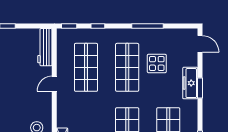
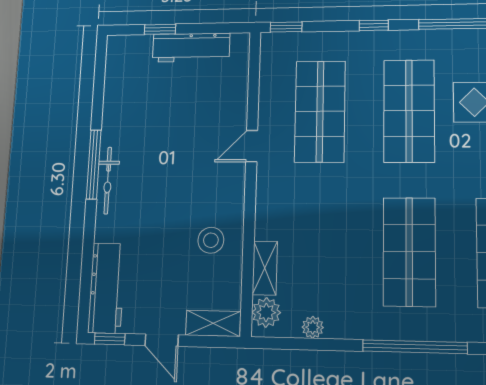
window: (98, 26) -> (374, 25), moved
workbench: (45, 47) -> (191, 48), moved, turned -90

